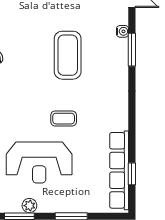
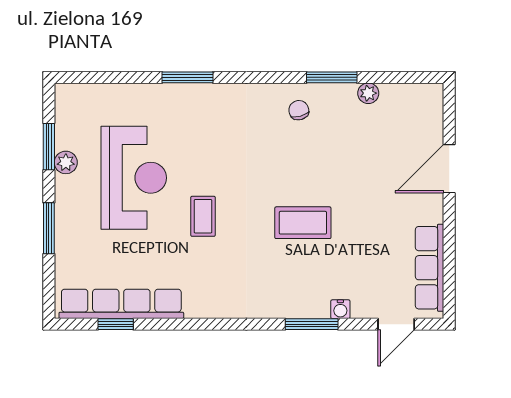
coffee table: (68, 55) -> (303, 223), width x0.73, depth x0.76
reception desk: (39, 162) -> (134, 178), turned 180

